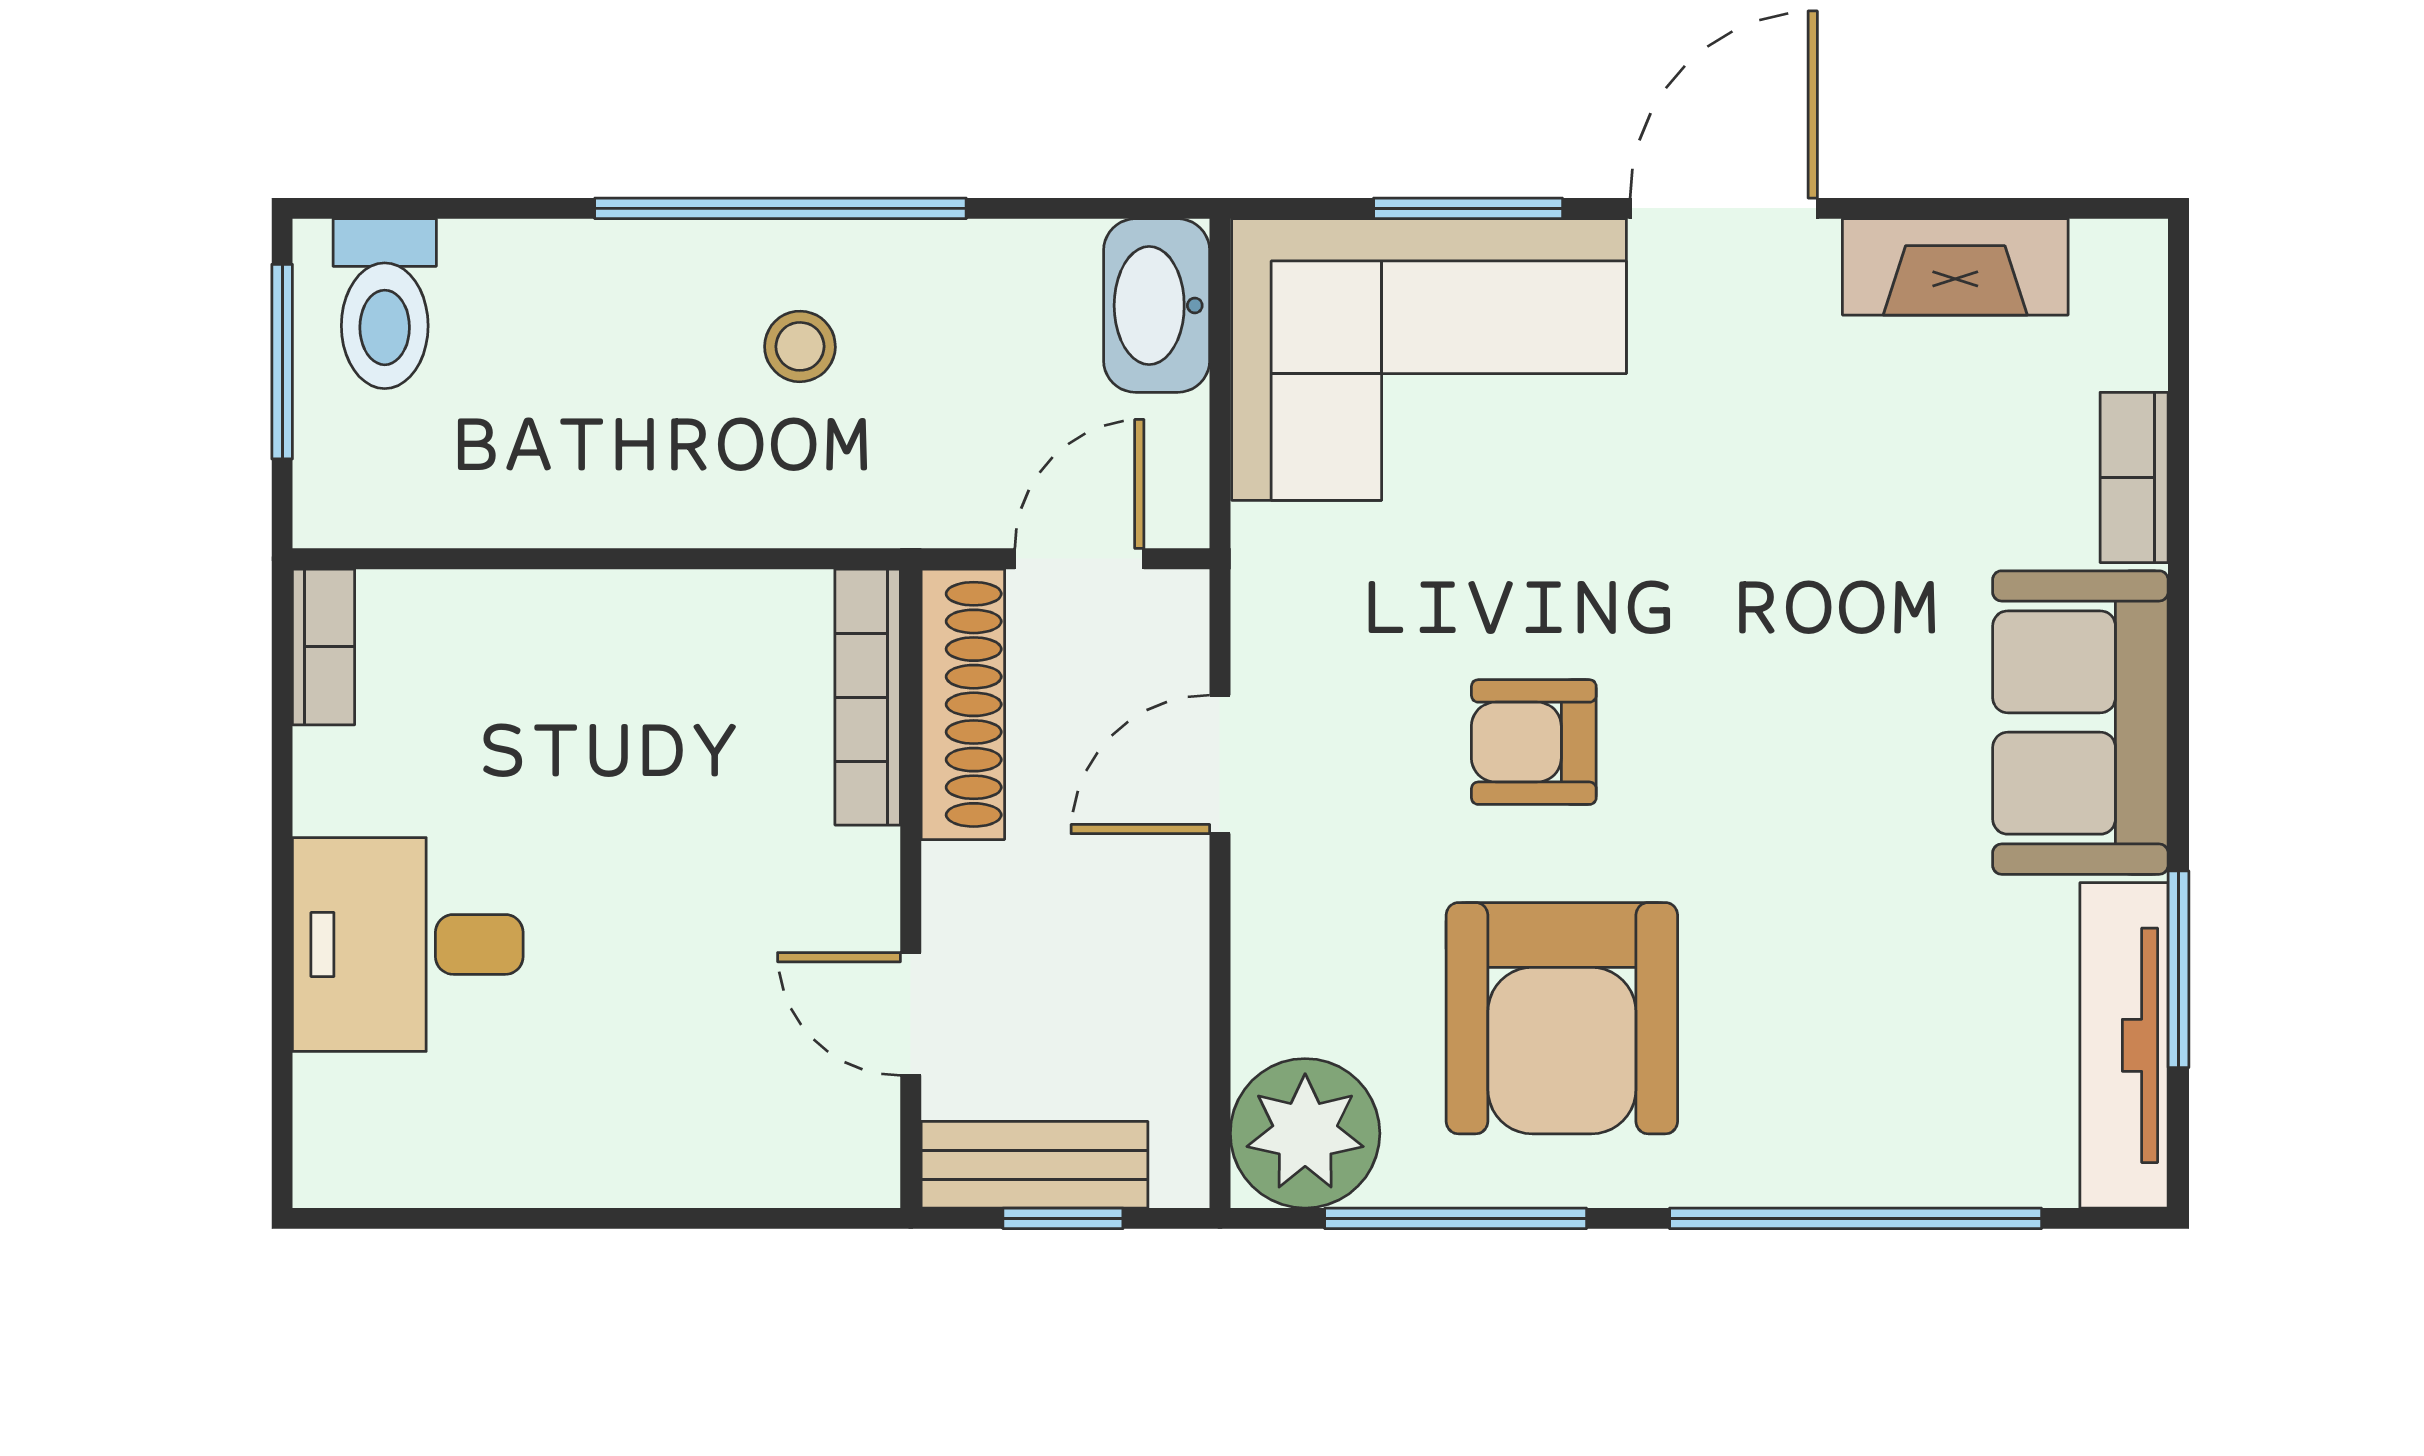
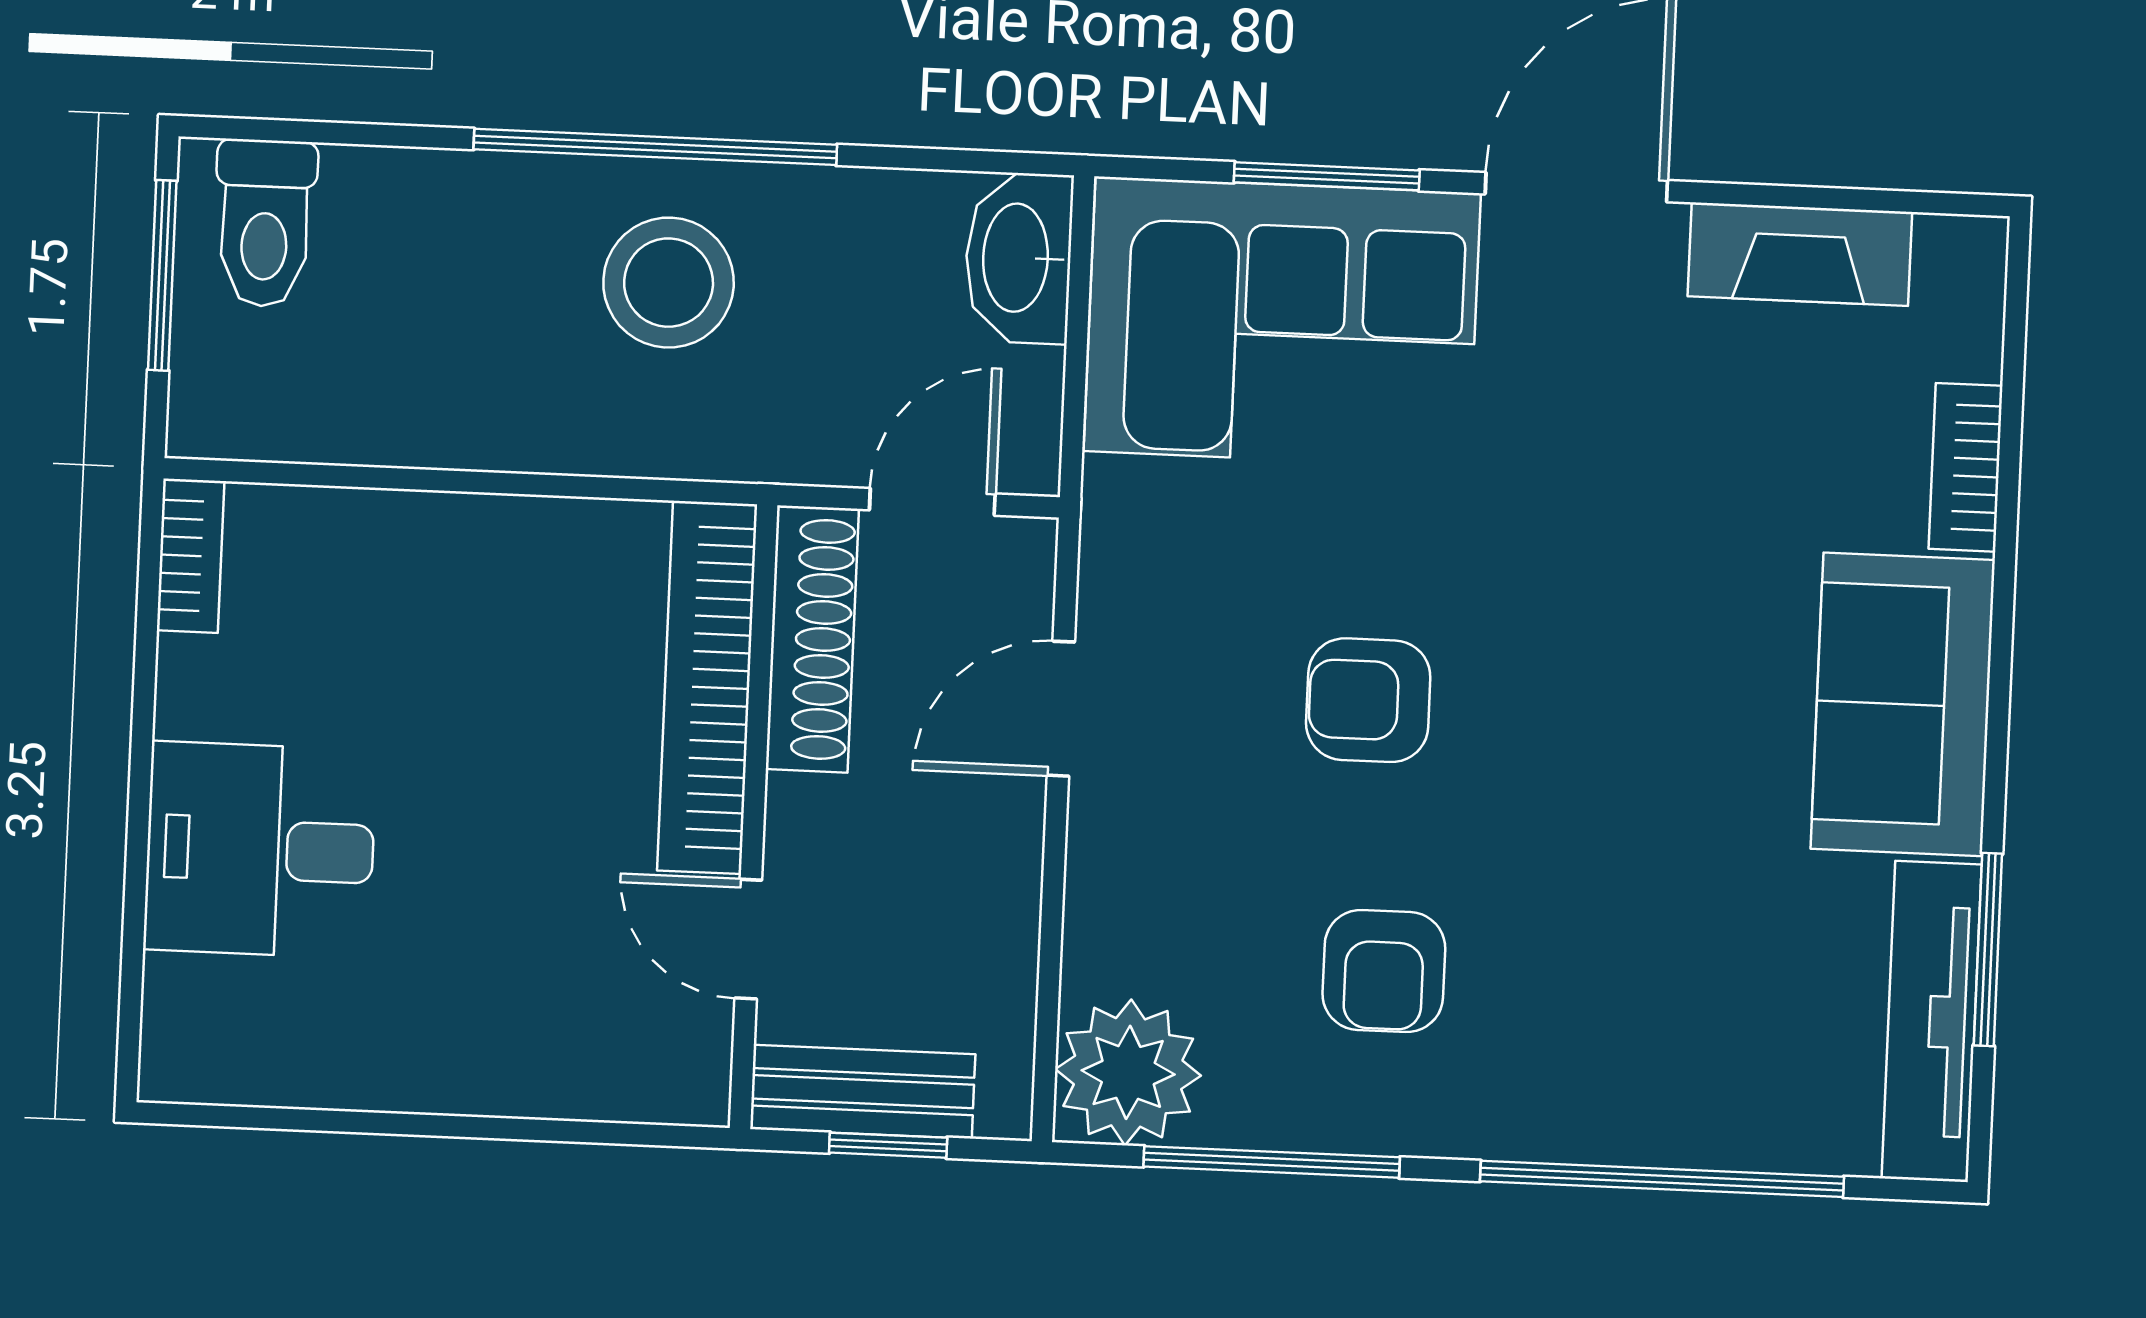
stool: (800, 346) -> (669, 283), width x1.89, depth x1.89
bookcase: (868, 697) -> (707, 687), width x1.48, depth x1.31
armchair: (1562, 1018) -> (1384, 971), width x0.53, depth x0.53

